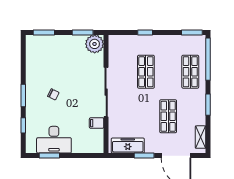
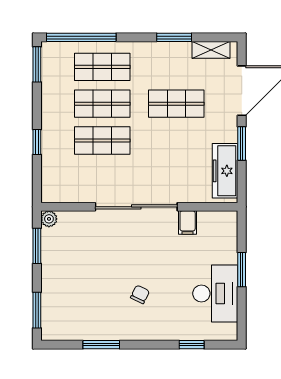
plant: (95, 44) -> (49, 219), width x0.53, depth x0.53
shop shelf: (168, 72) -> (102, 104), added
window: (23, 96) -> (101, 345), moved
window: (208, 105) -> (174, 37), moved
window: (49, 156) -> (242, 270), moved

